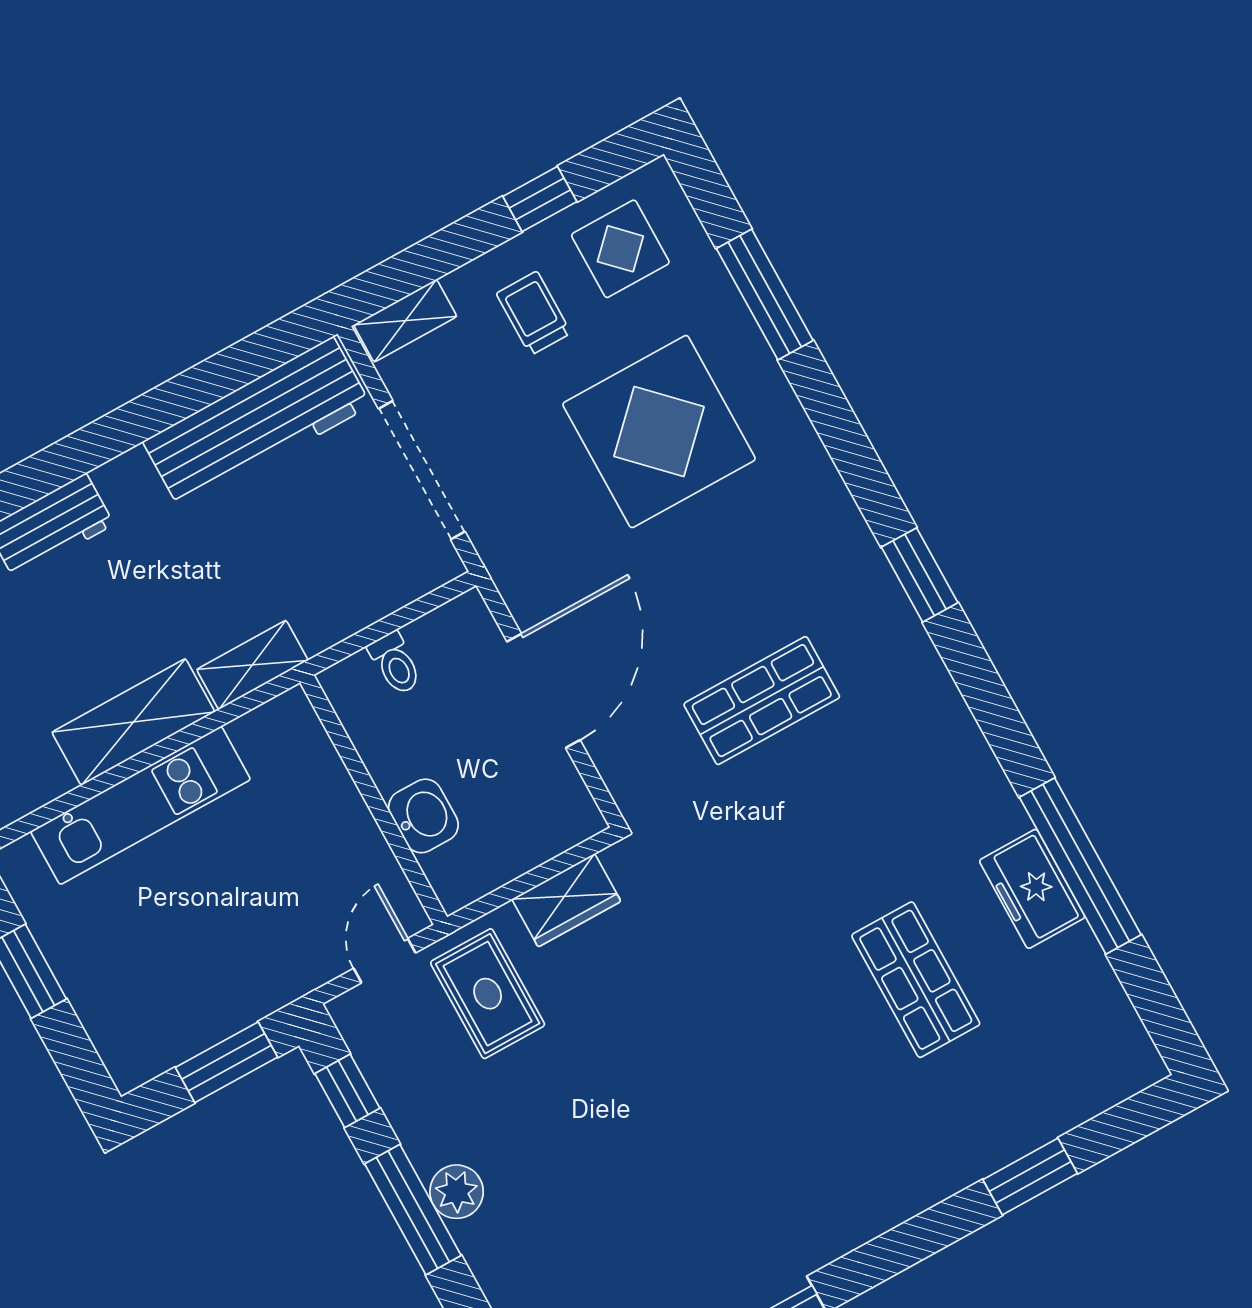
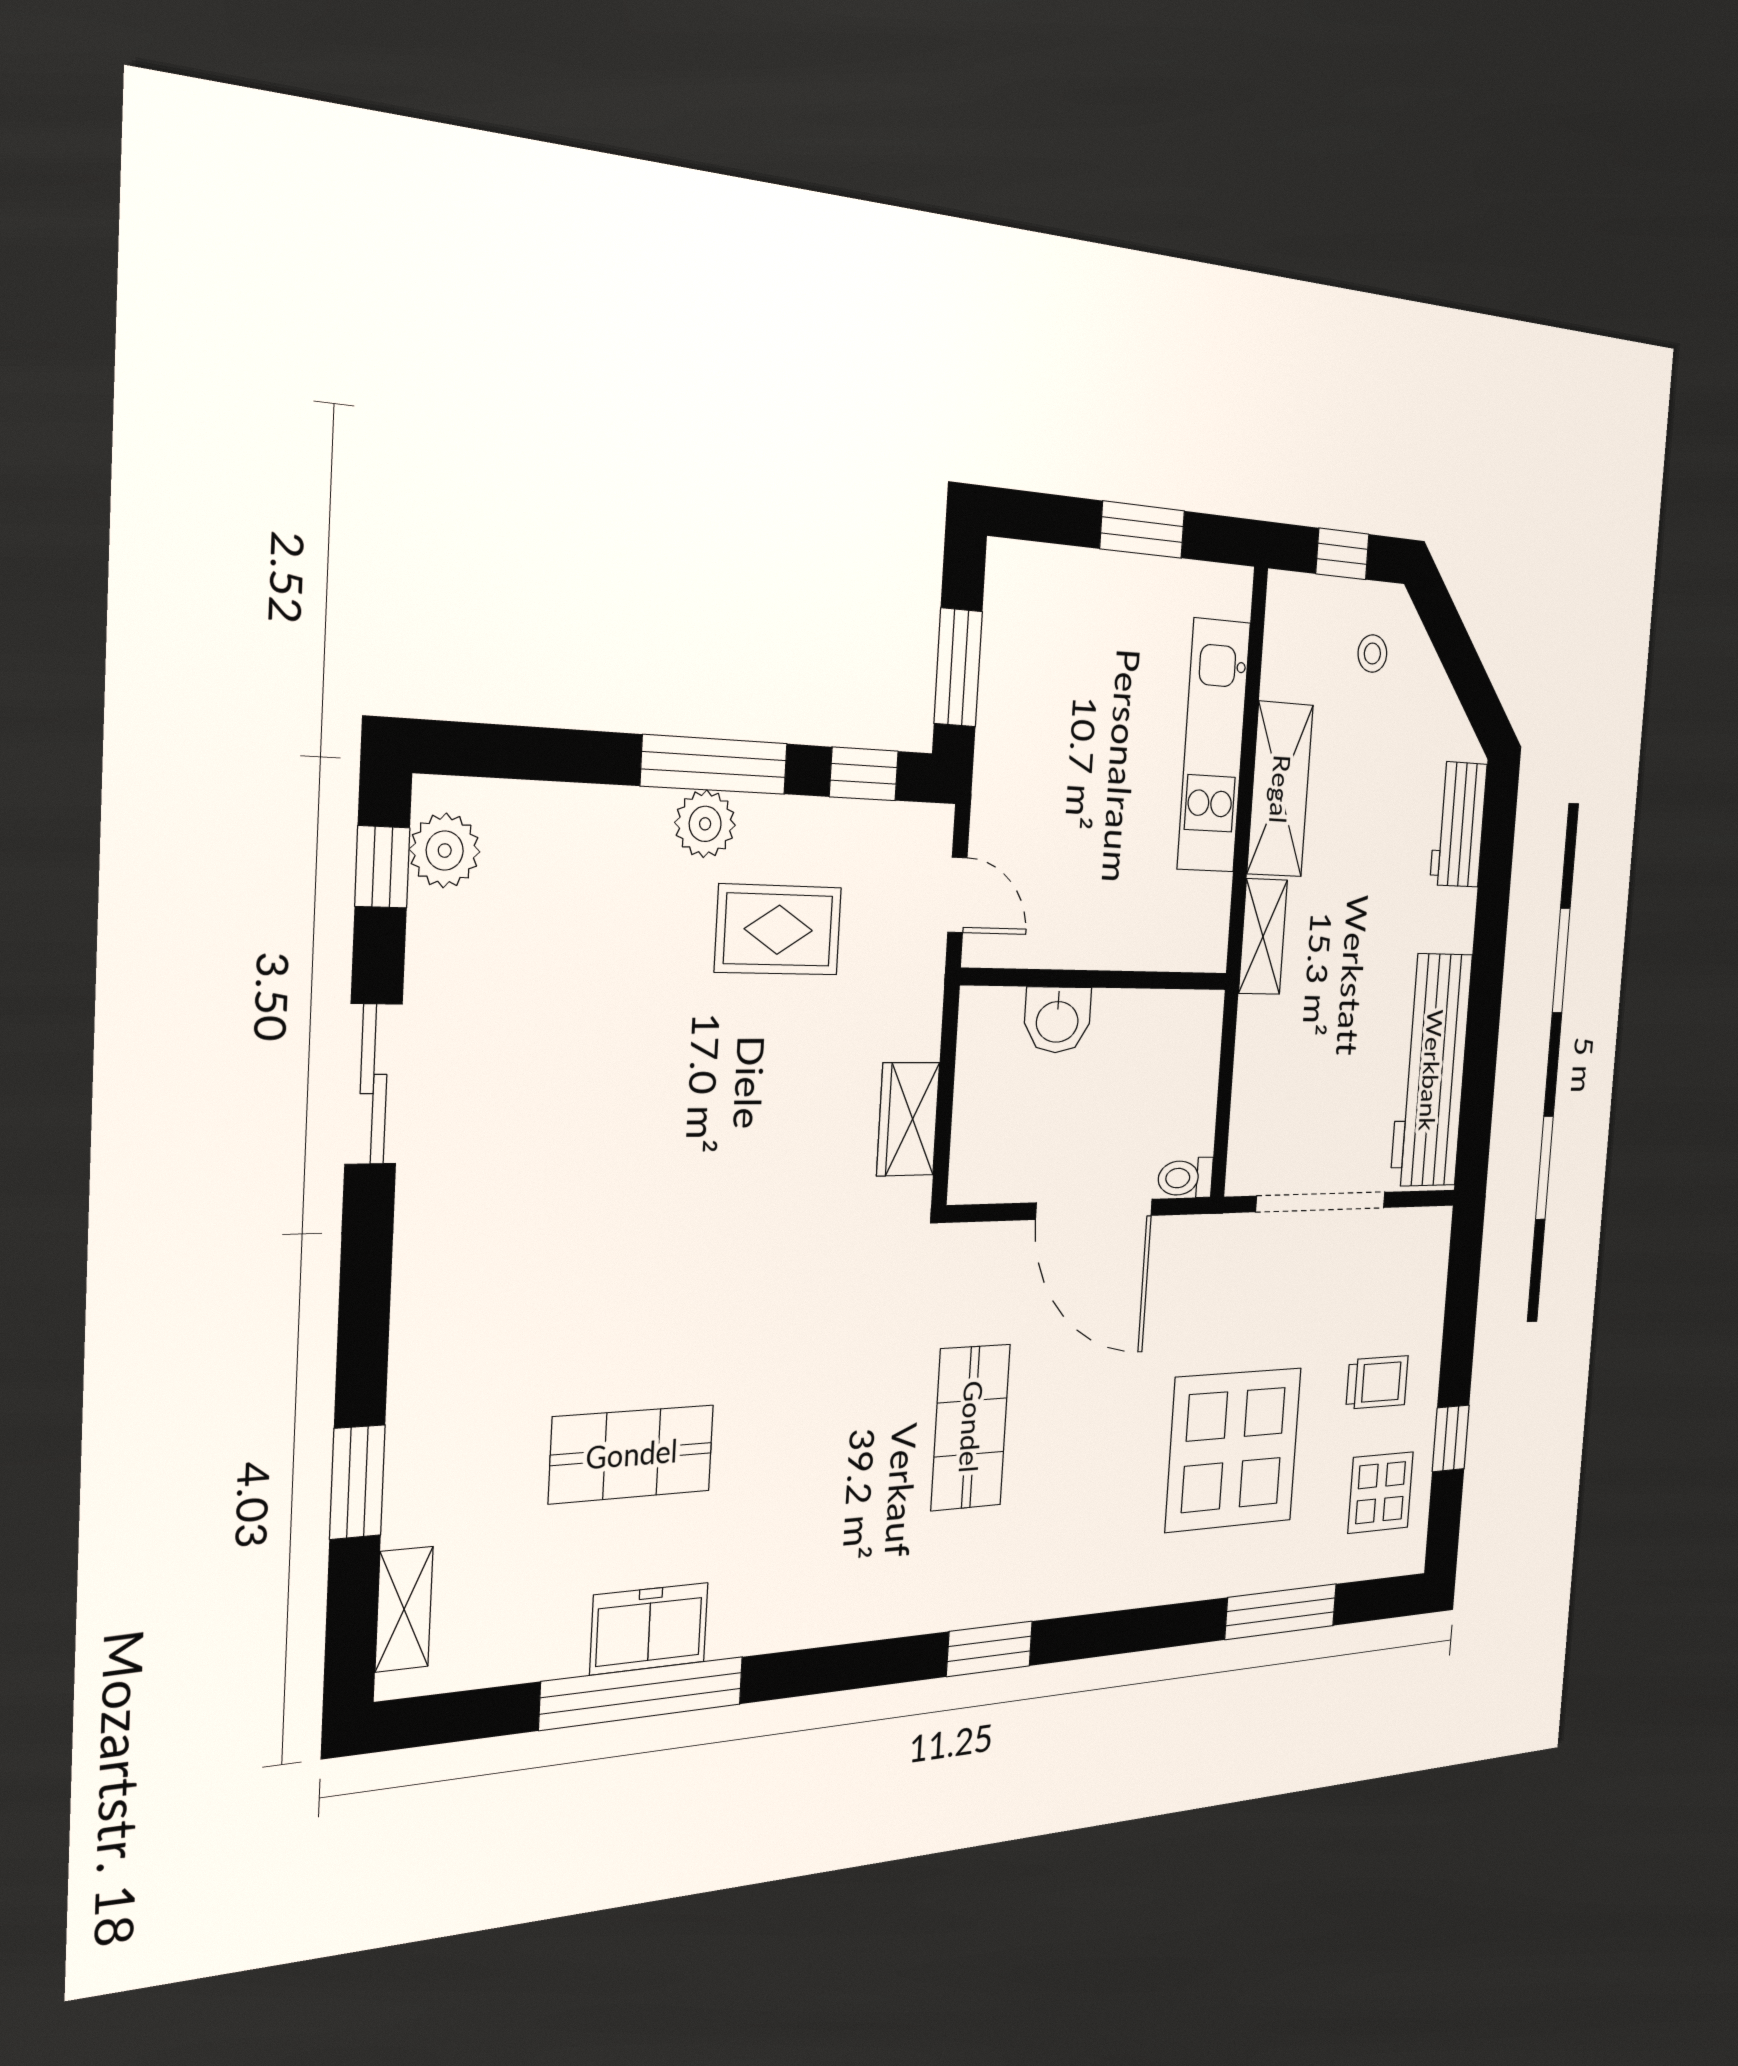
shelving: (405, 321) -> (404, 1609), moved
toilet: (395, 663) -> (1185, 1178), moved
rug: (488, 994) -> (778, 930), moved

